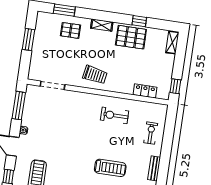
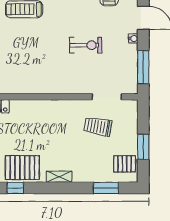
pallet: (71, 30) -> (125, 164), moved
trolley: (95, 75) -> (98, 126), moved
exercise bike: (115, 115) -> (86, 45), moved

